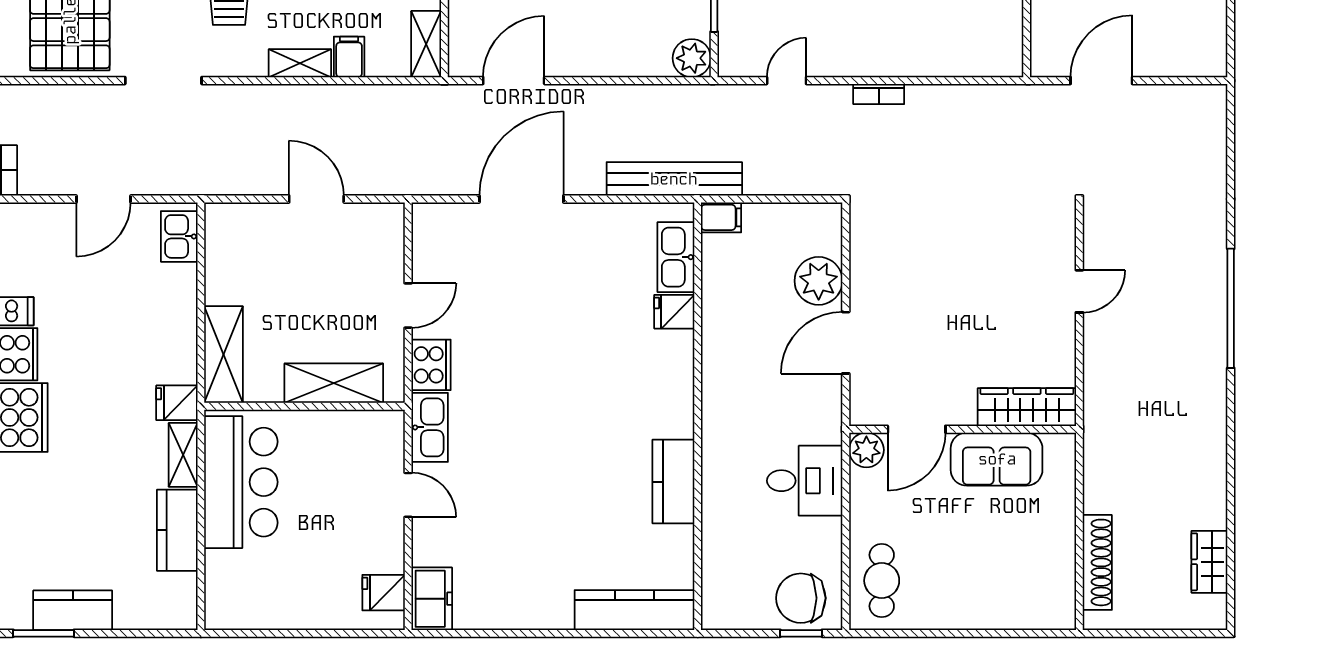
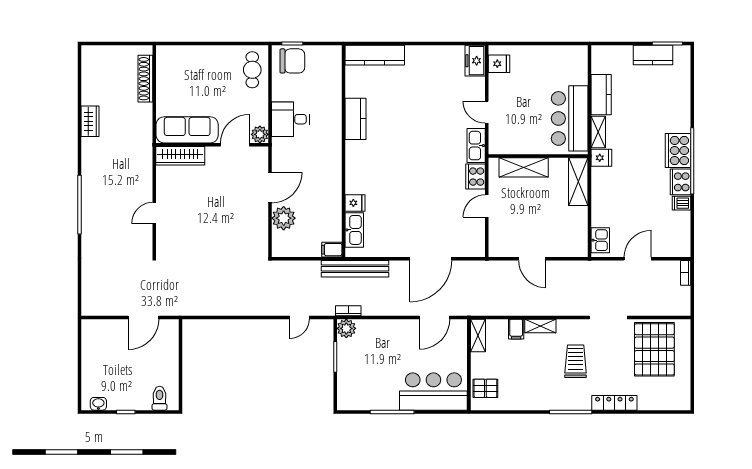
bookcase: (879, 94) -> (348, 311), moved
sofa: (997, 459) -> (187, 130), width x1.36
wardrobe: (1209, 562) -> (90, 121), moved

